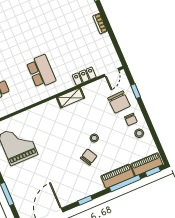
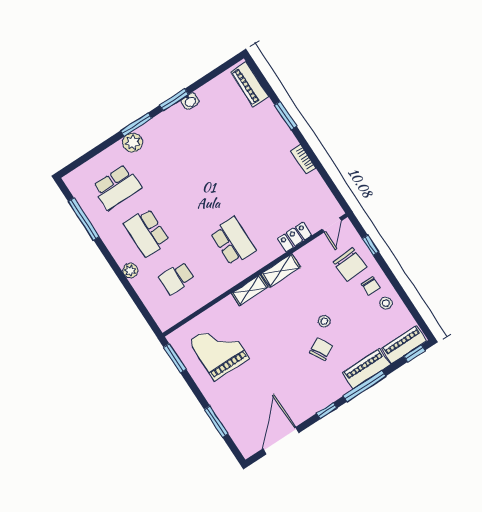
shelving: (47, 107) -> (250, 290), added
window: (125, 183) -> (364, 386), moved

